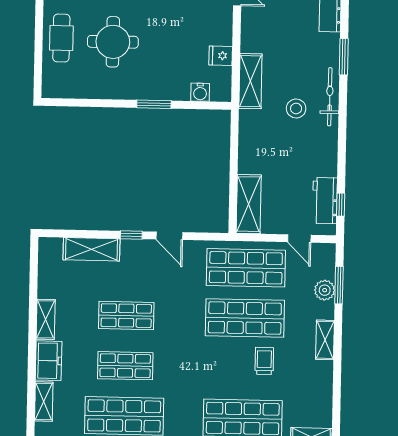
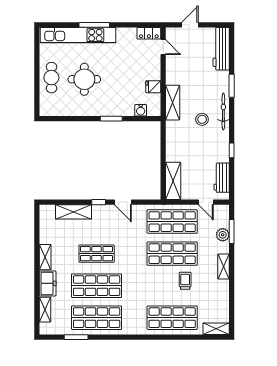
window: (341, 205) -> (232, 150), moved
shop shelf: (125, 366) -> (97, 286), width x1.43, depth x1.36

